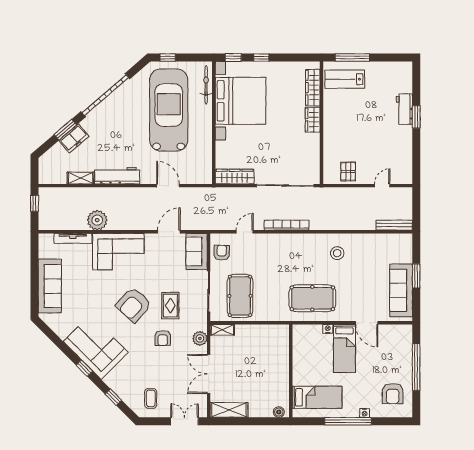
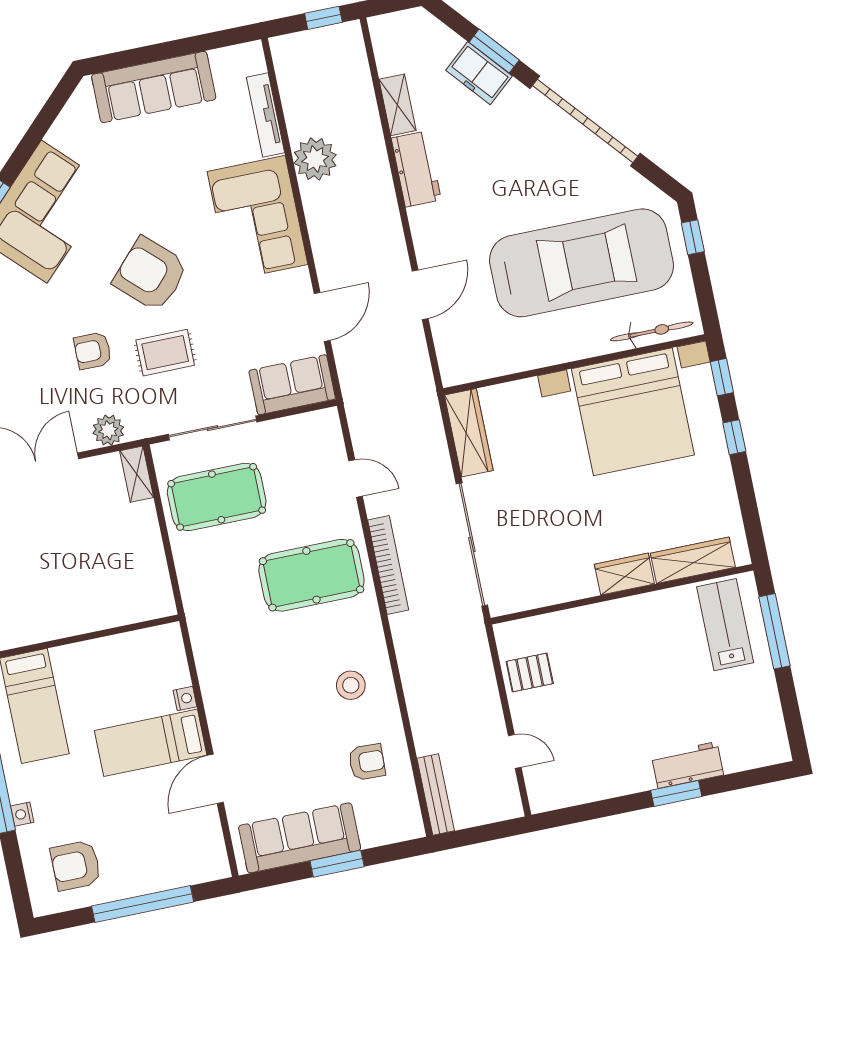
workbench: (117, 176) -> (416, 169), width x0.73
door: (169, 232) -> (322, 317), hinge flipped
armchair: (222, 253) -> (367, 762), moved
pool table: (312, 298) -> (311, 575), moved, turned 90

